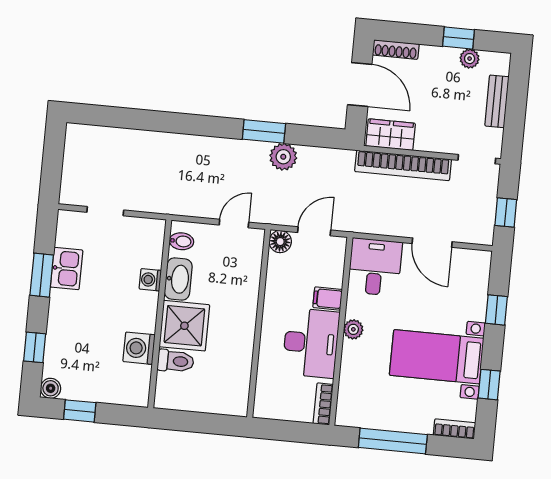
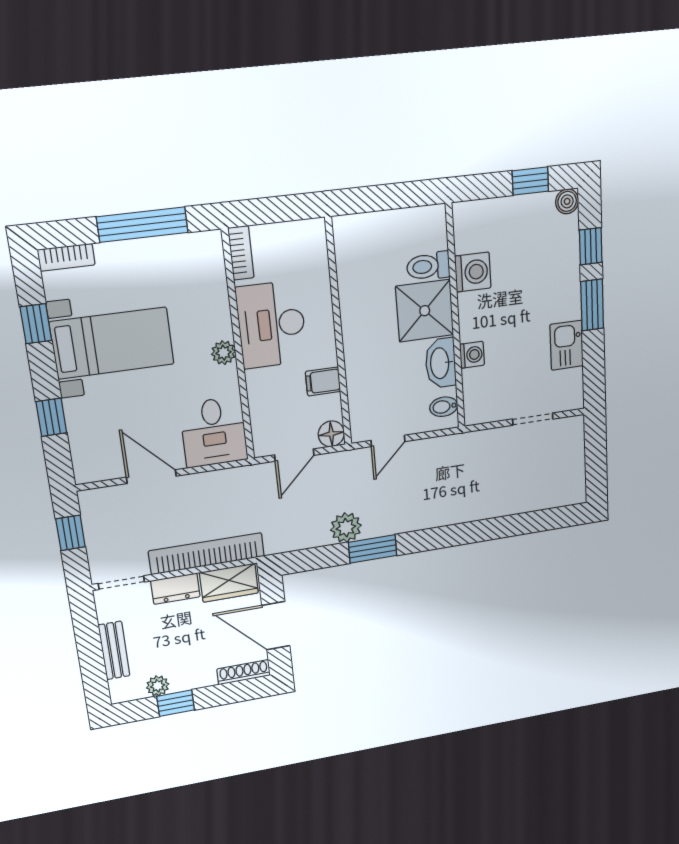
dresser: (435, 142) -> (175, 589), added
window: (42, 275) -> (592, 305), moved
filing cabinet: (328, 299) -> (323, 381), moved, turned 180

